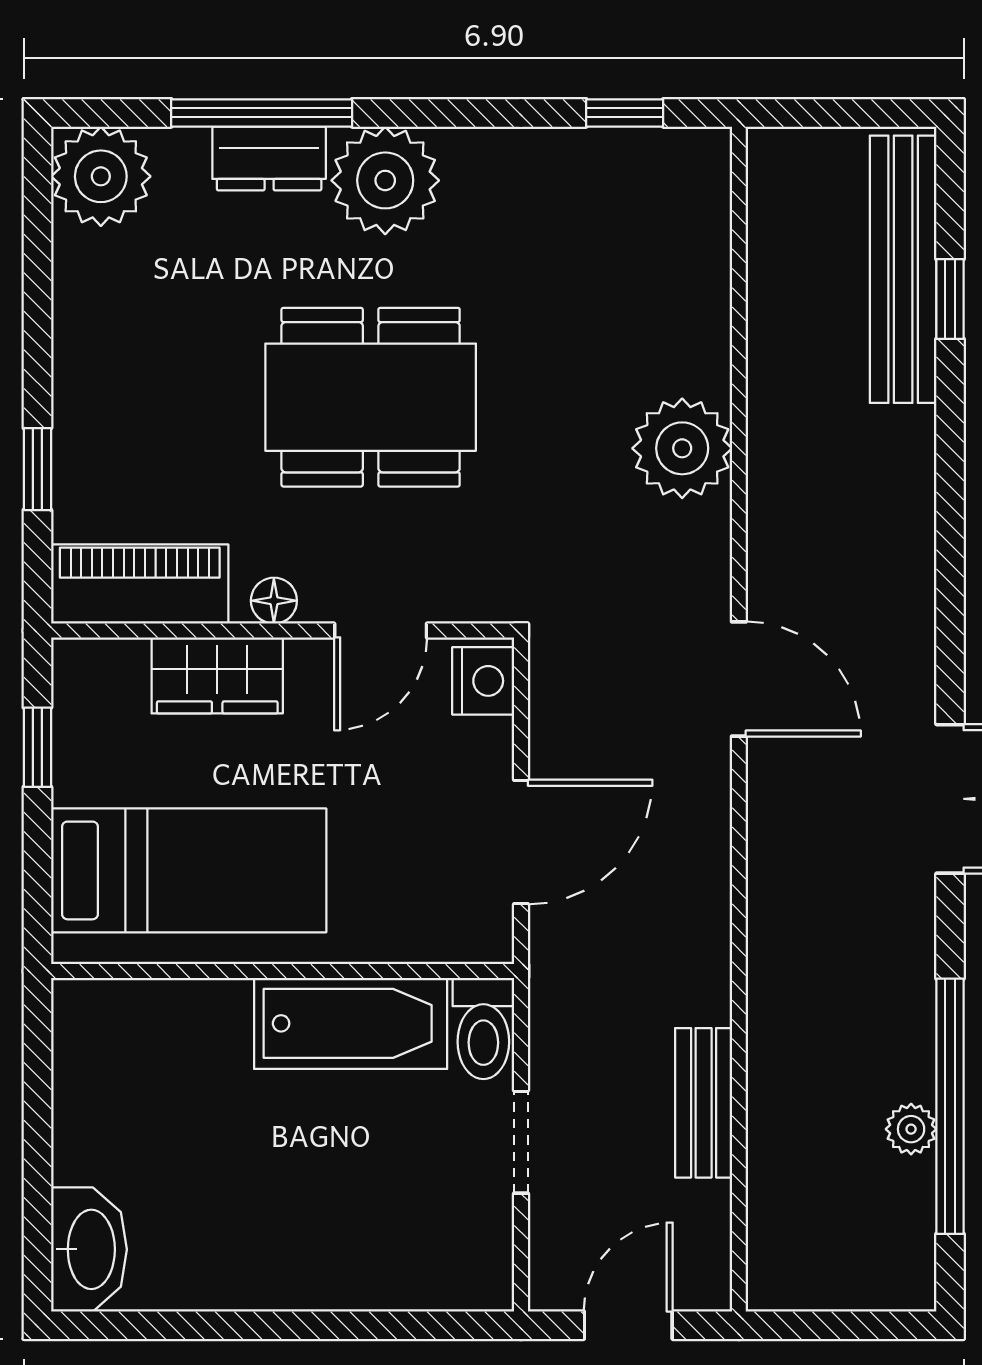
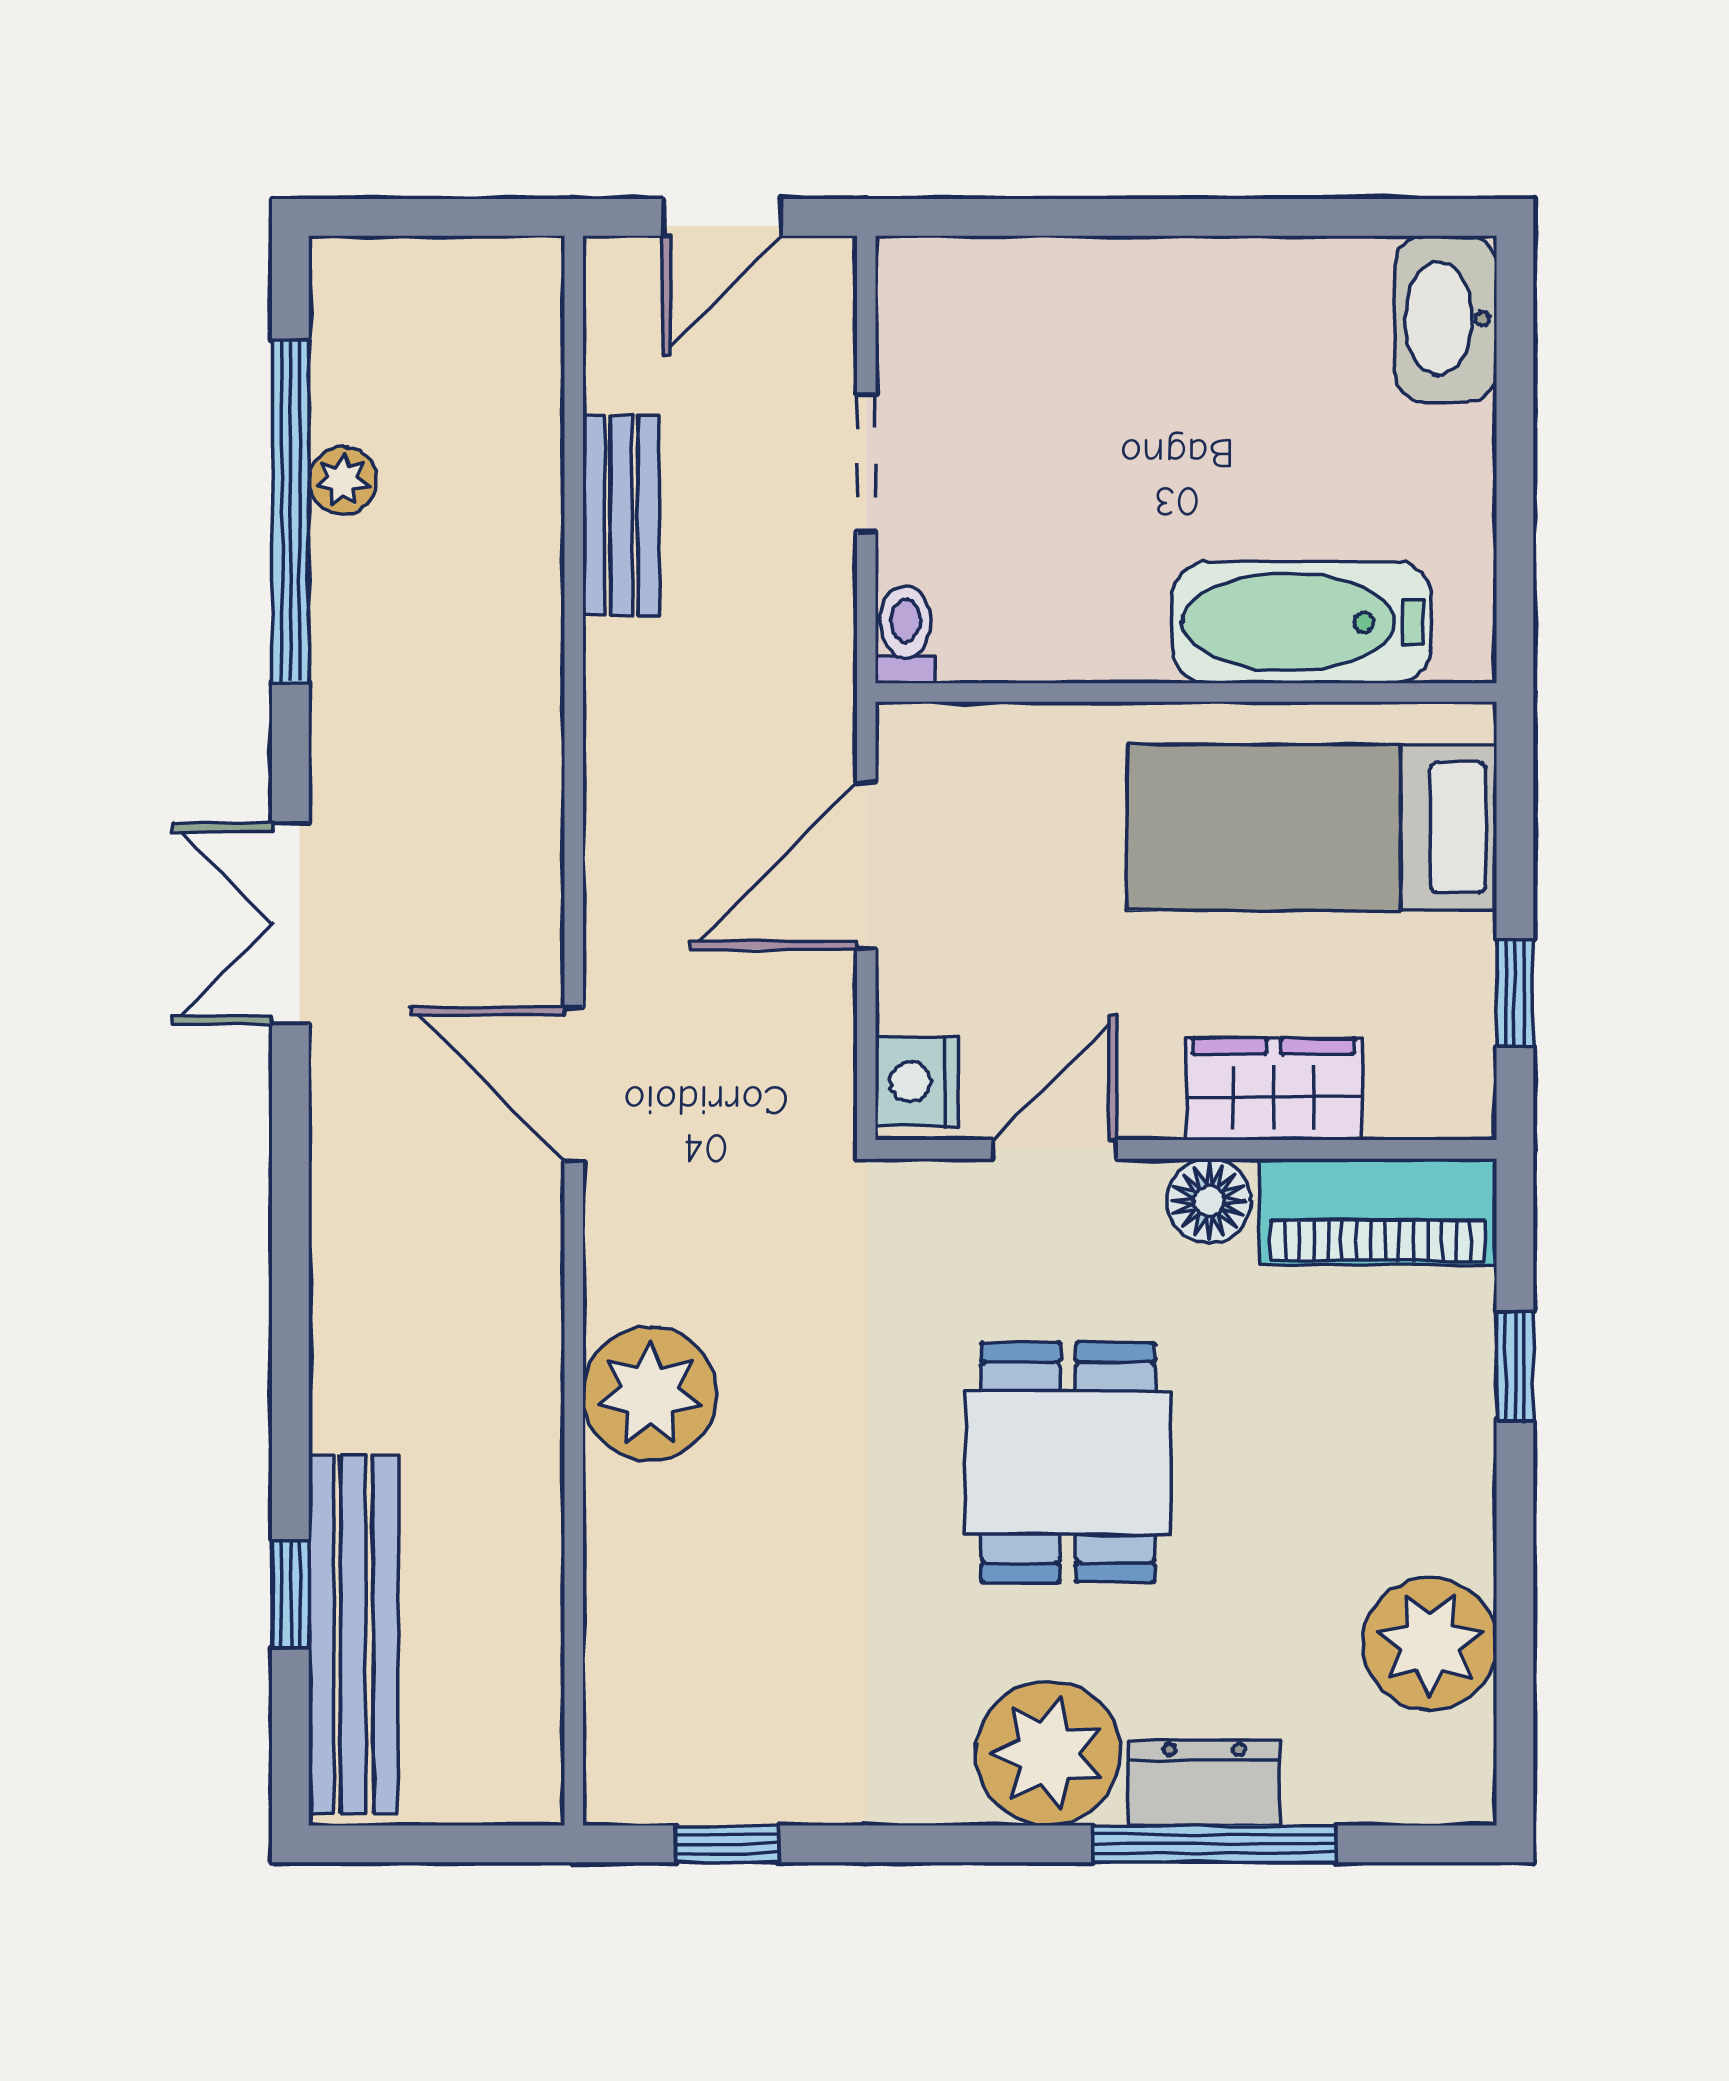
plant: (101, 176) -> (1430, 1644), moved
dining table: (371, 397) -> (1068, 1462), width x0.73
floor lamp: (274, 601) -> (1209, 1201), width x1.37, depth x1.37
bathtub: (351, 1023) -> (1302, 622), moved
toilet: (483, 1028) -> (905, 634), width x0.73, depth x0.72

